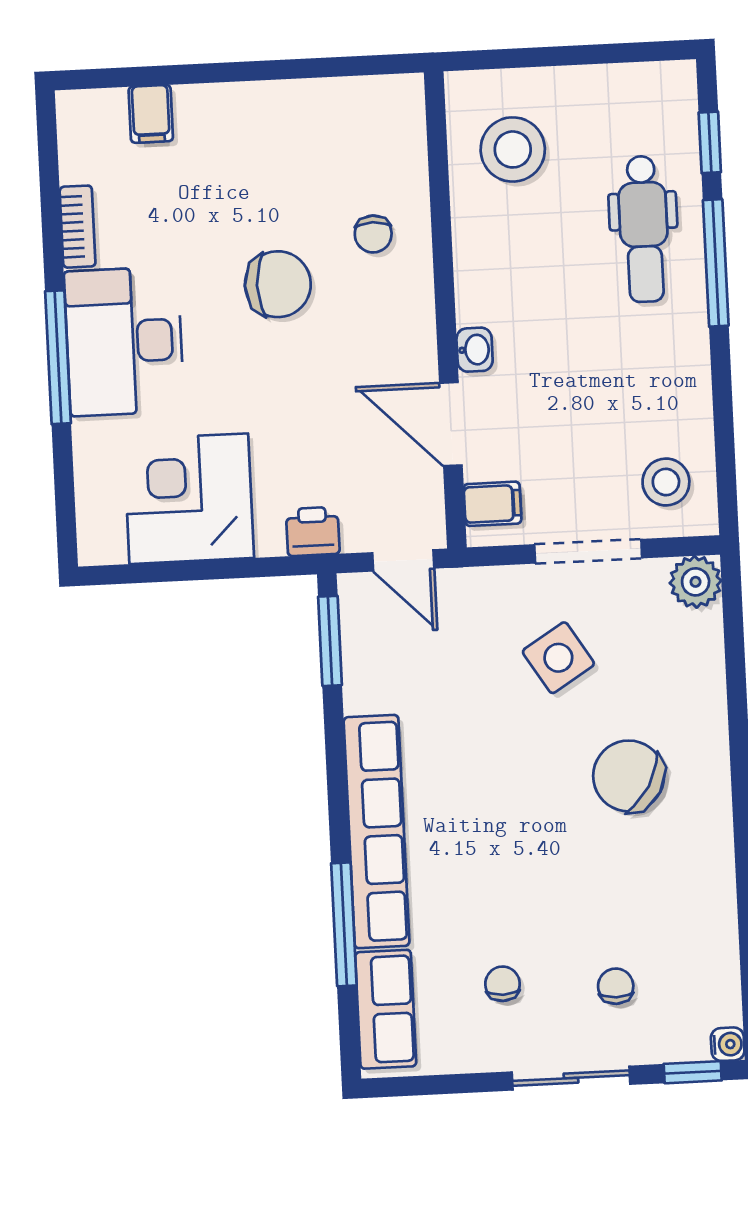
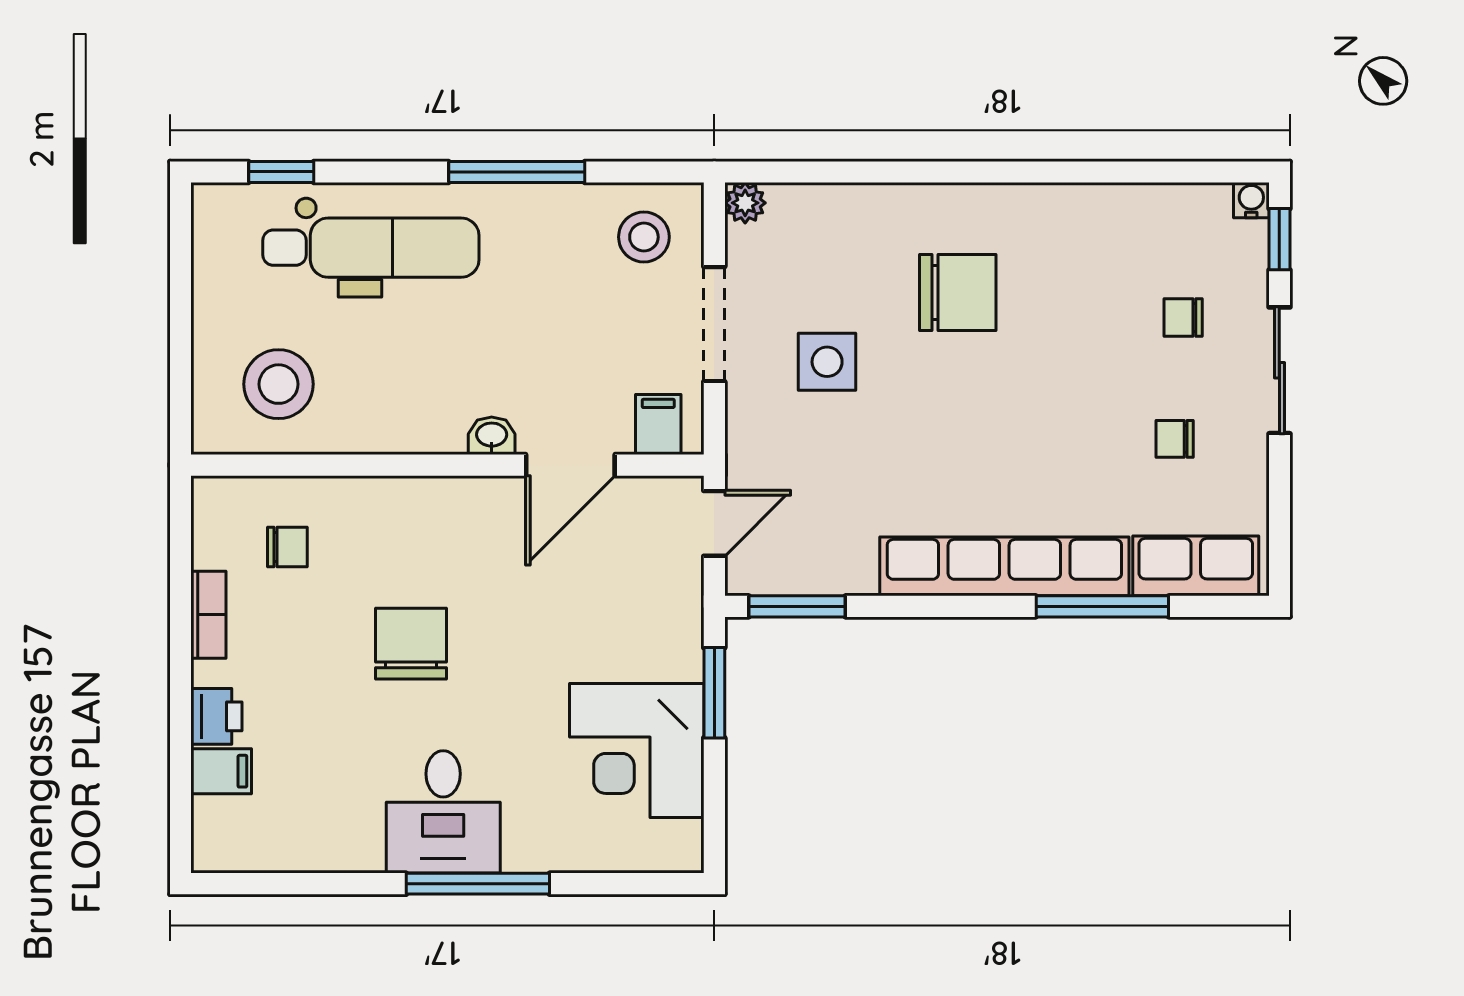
bookcase: (78, 227) -> (208, 615), moved, turned 90
dental chair: (644, 229) -> (371, 248), width x1.36, depth x1.38
chair: (373, 234) -> (287, 547), moved
window: (716, 263) -> (517, 172), moved
desk: (124, 341) -> (443, 812), width x0.73
printer: (313, 531) -> (216, 716), moved, turned 180
window: (246, 568) -> (714, 693), added
plant: (696, 582) -> (745, 203), width x0.73, depth x0.73
side table: (558, 658) -> (827, 362), turned 32
chair: (629, 776) -> (958, 293), turned -120

